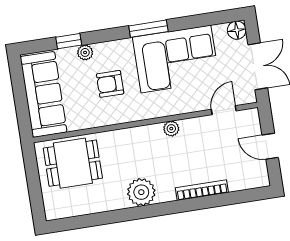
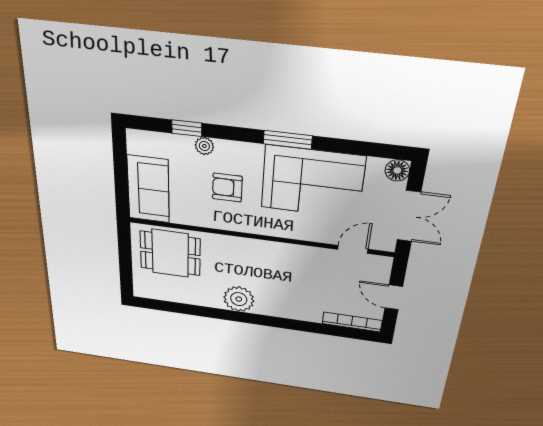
sofa: (43, 94) -> (148, 189), width x0.73
plant: (171, 129) -> (287, 251), removed
bookcase: (202, 190) -> (352, 322), moved

